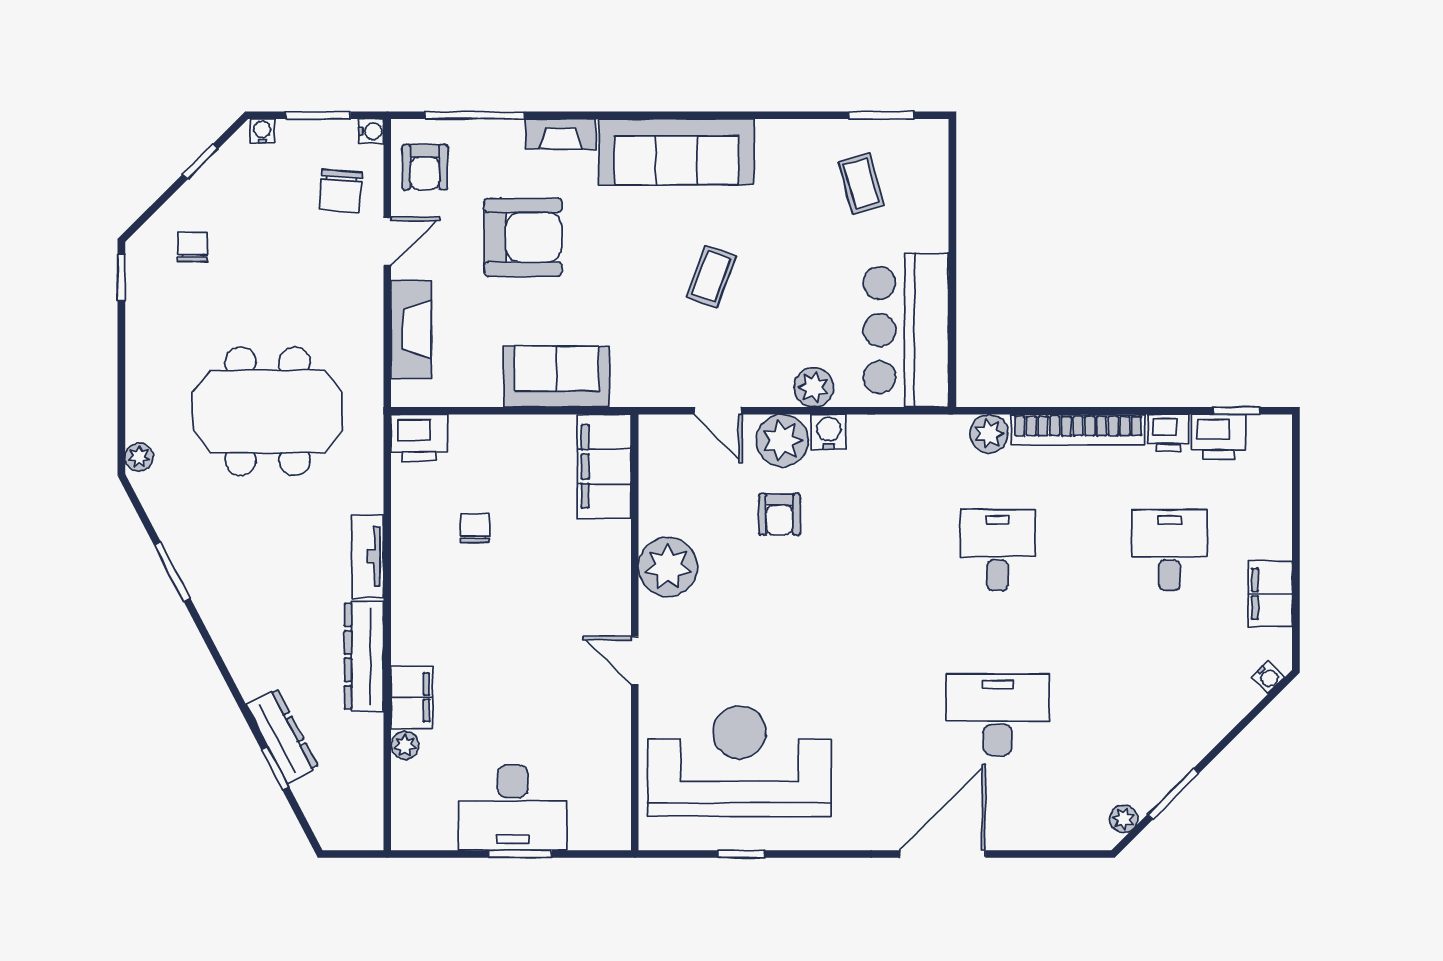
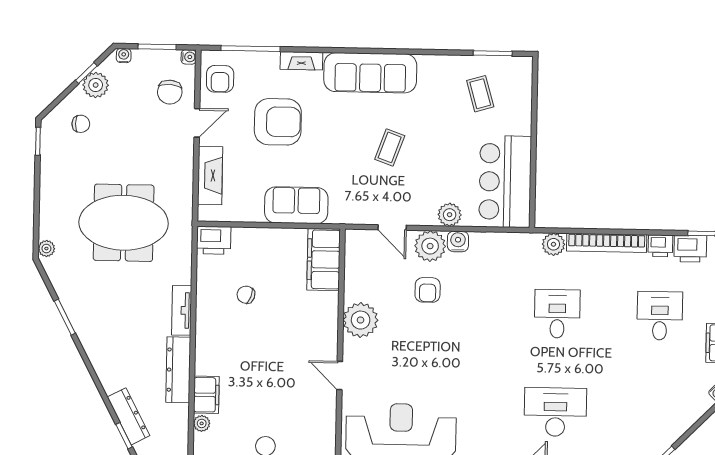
plant: (216, 181) -> (96, 85), added
chair: (193, 247) -> (81, 124), turned 90
chair: (475, 528) -> (246, 295), turned -70

